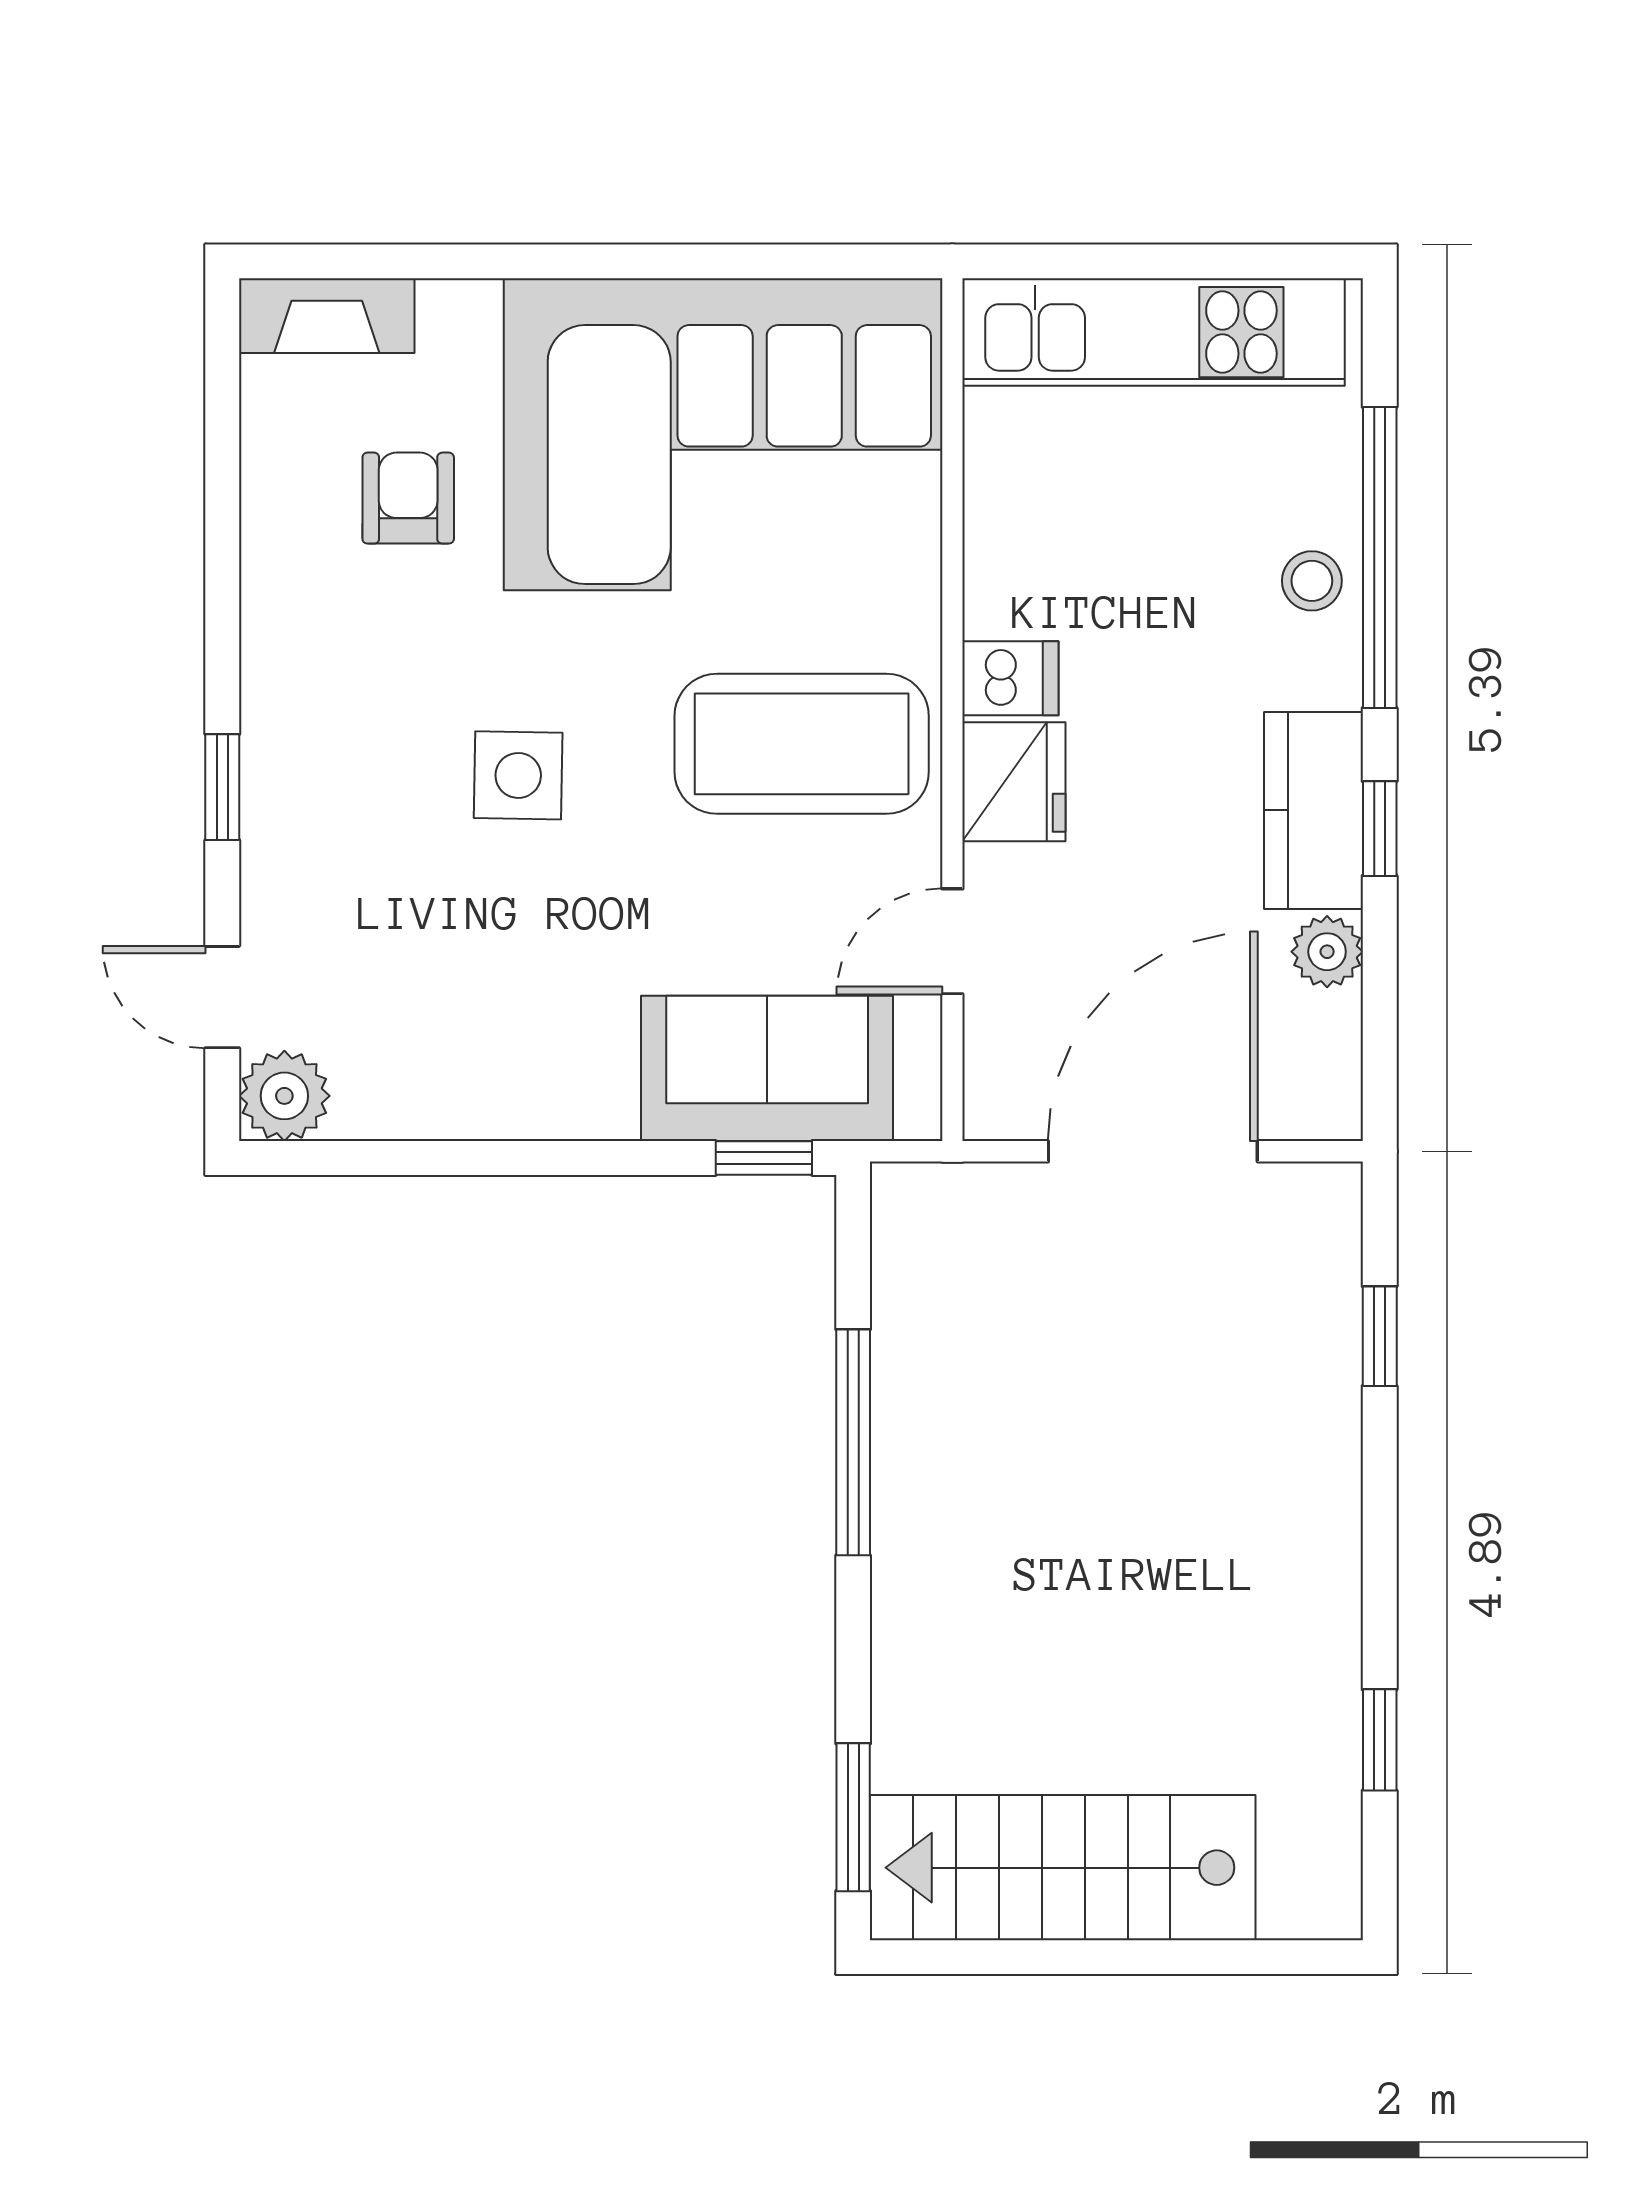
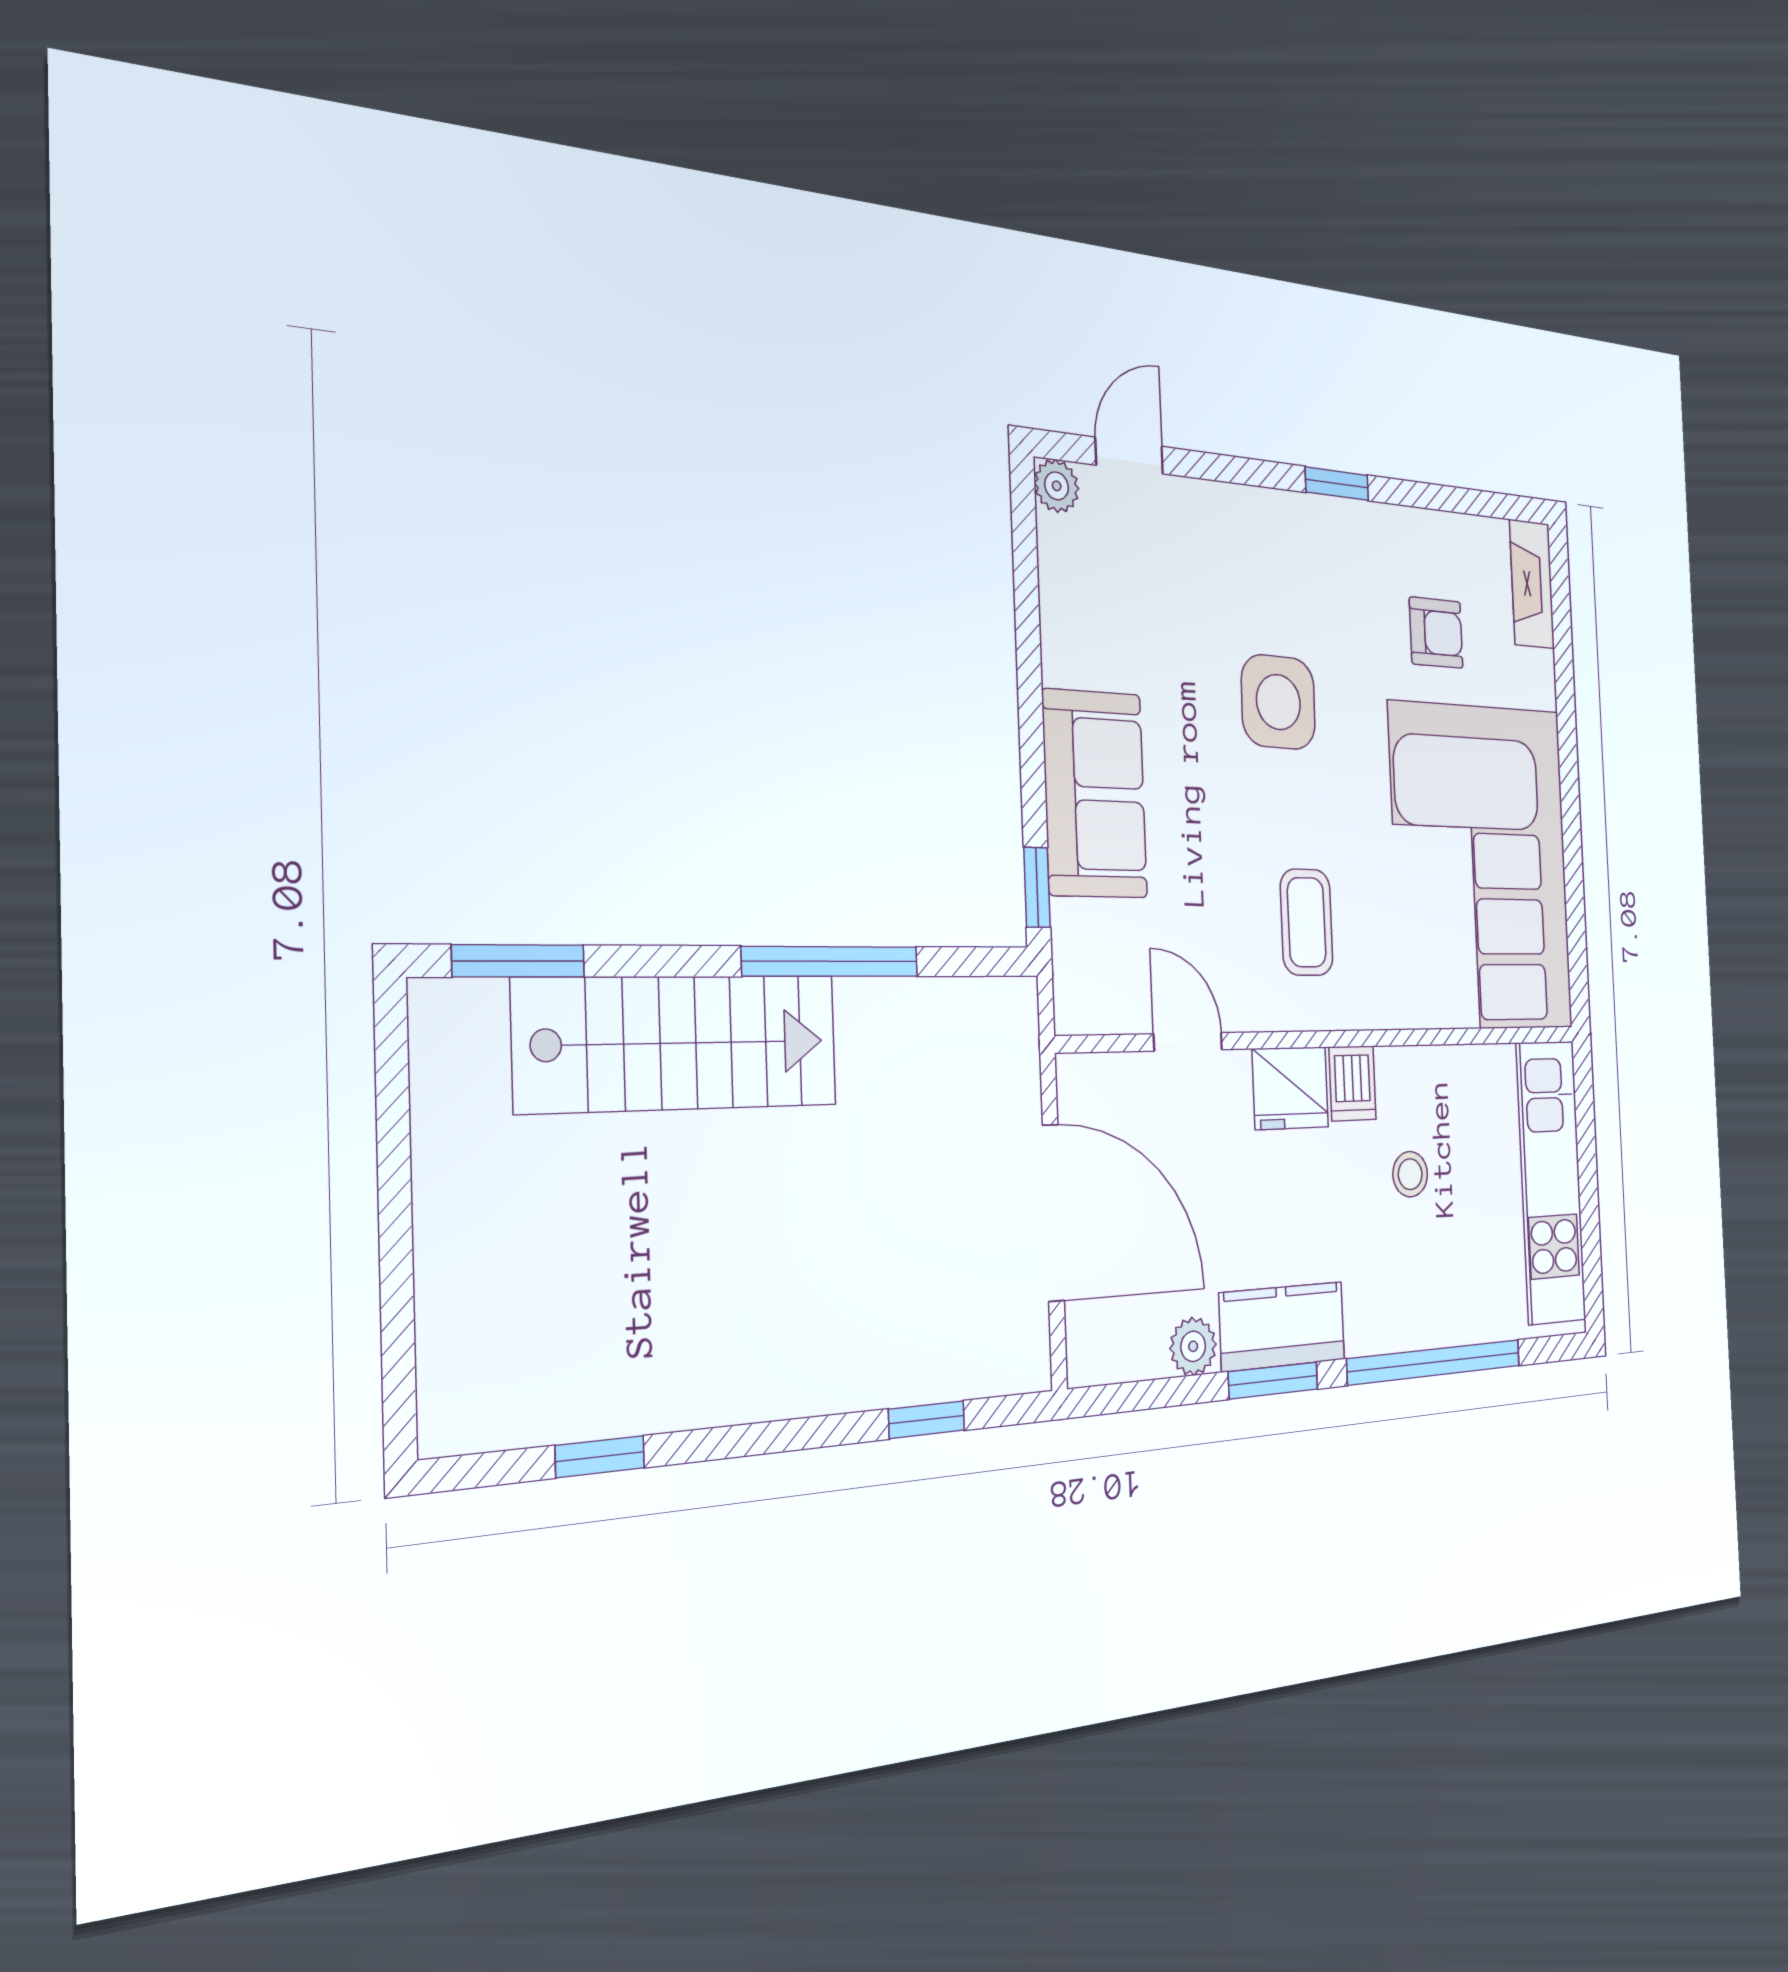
stool: (1312, 581) -> (1410, 1174), moved
coffee table: (802, 744) -> (1307, 922), width x0.54, depth x0.58
side table: (518, 775) -> (1278, 702), width x1.37, depth x1.37
window: (222, 787) -> (1337, 484), moved
window: (1380, 829) -> (1273, 1381), width x1.50
sofa: (767, 1068) -> (1095, 794), moved
plant: (284, 1096) -> (1057, 486), width x0.73, depth x0.73
stairs: (1063, 1868) -> (678, 1043), moved, turned 90

